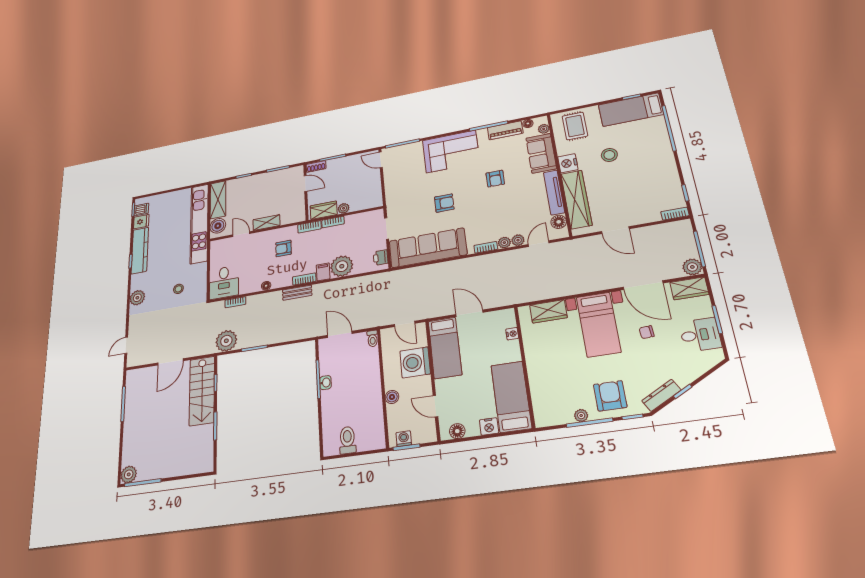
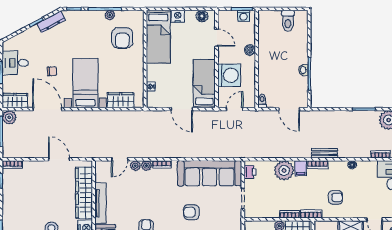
floor lamp: (559, 222) -> (101, 176), removed
door: (405, 324) -> (235, 109), hinge flipped
armchair: (610, 396) -> (122, 38), moved

